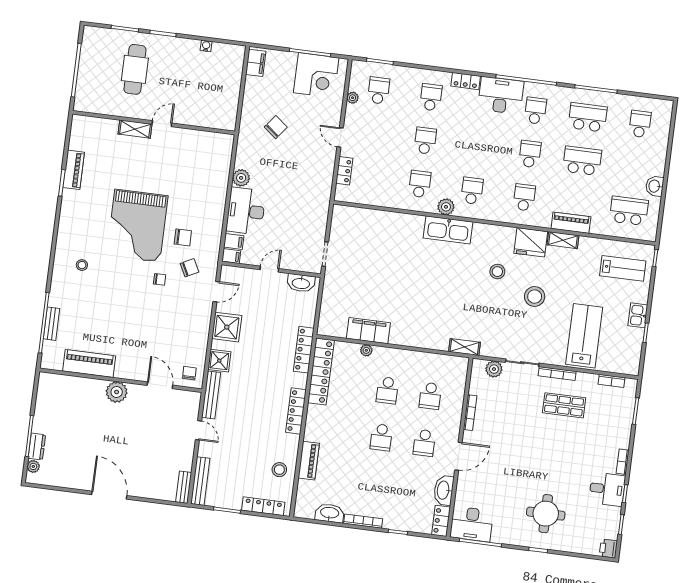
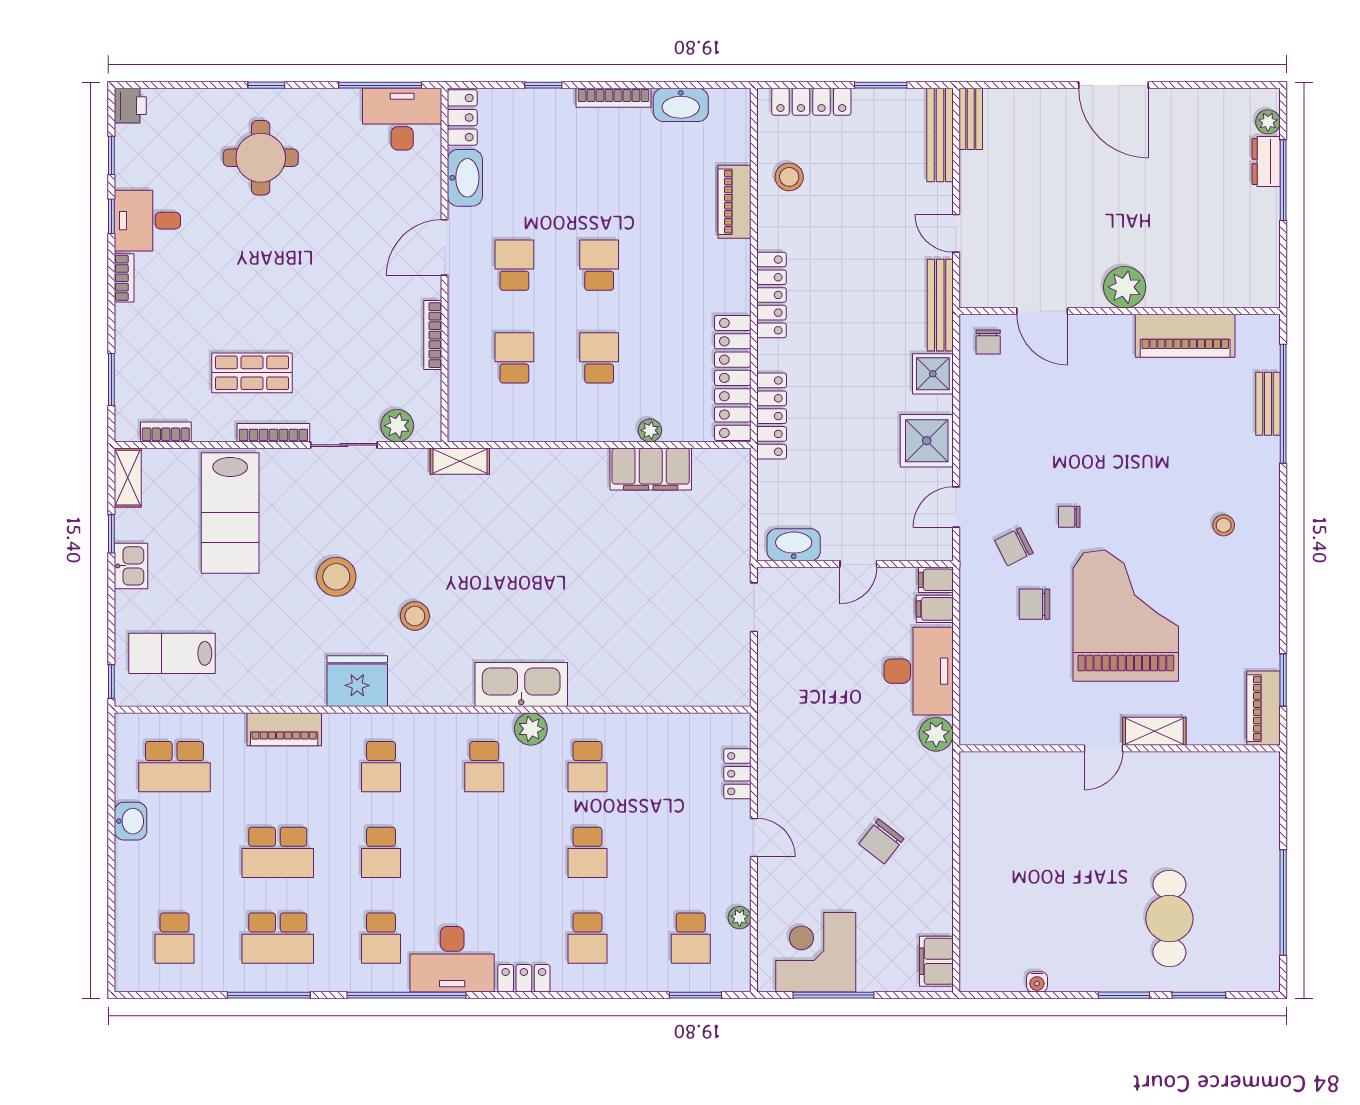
wall: (154, 123) -> (1120, 748), moved
door: (162, 124) -> (1103, 748), moved
shelving: (135, 129) -> (1154, 731), moved
shelving: (563, 240) -> (128, 478), moved, turned 90

